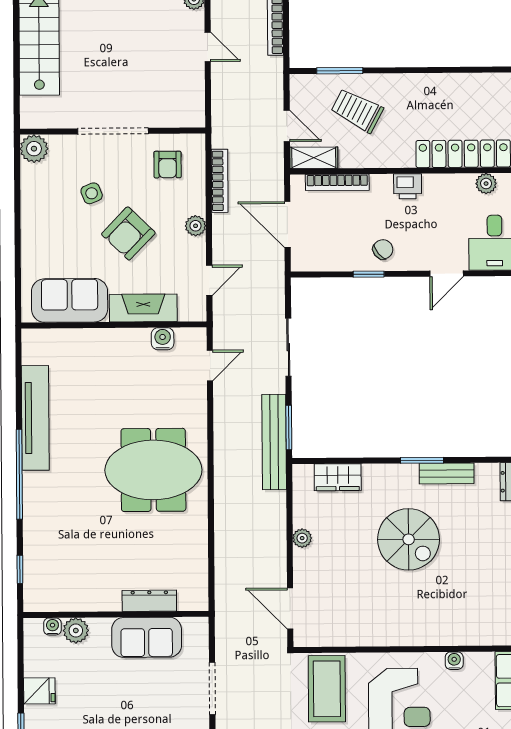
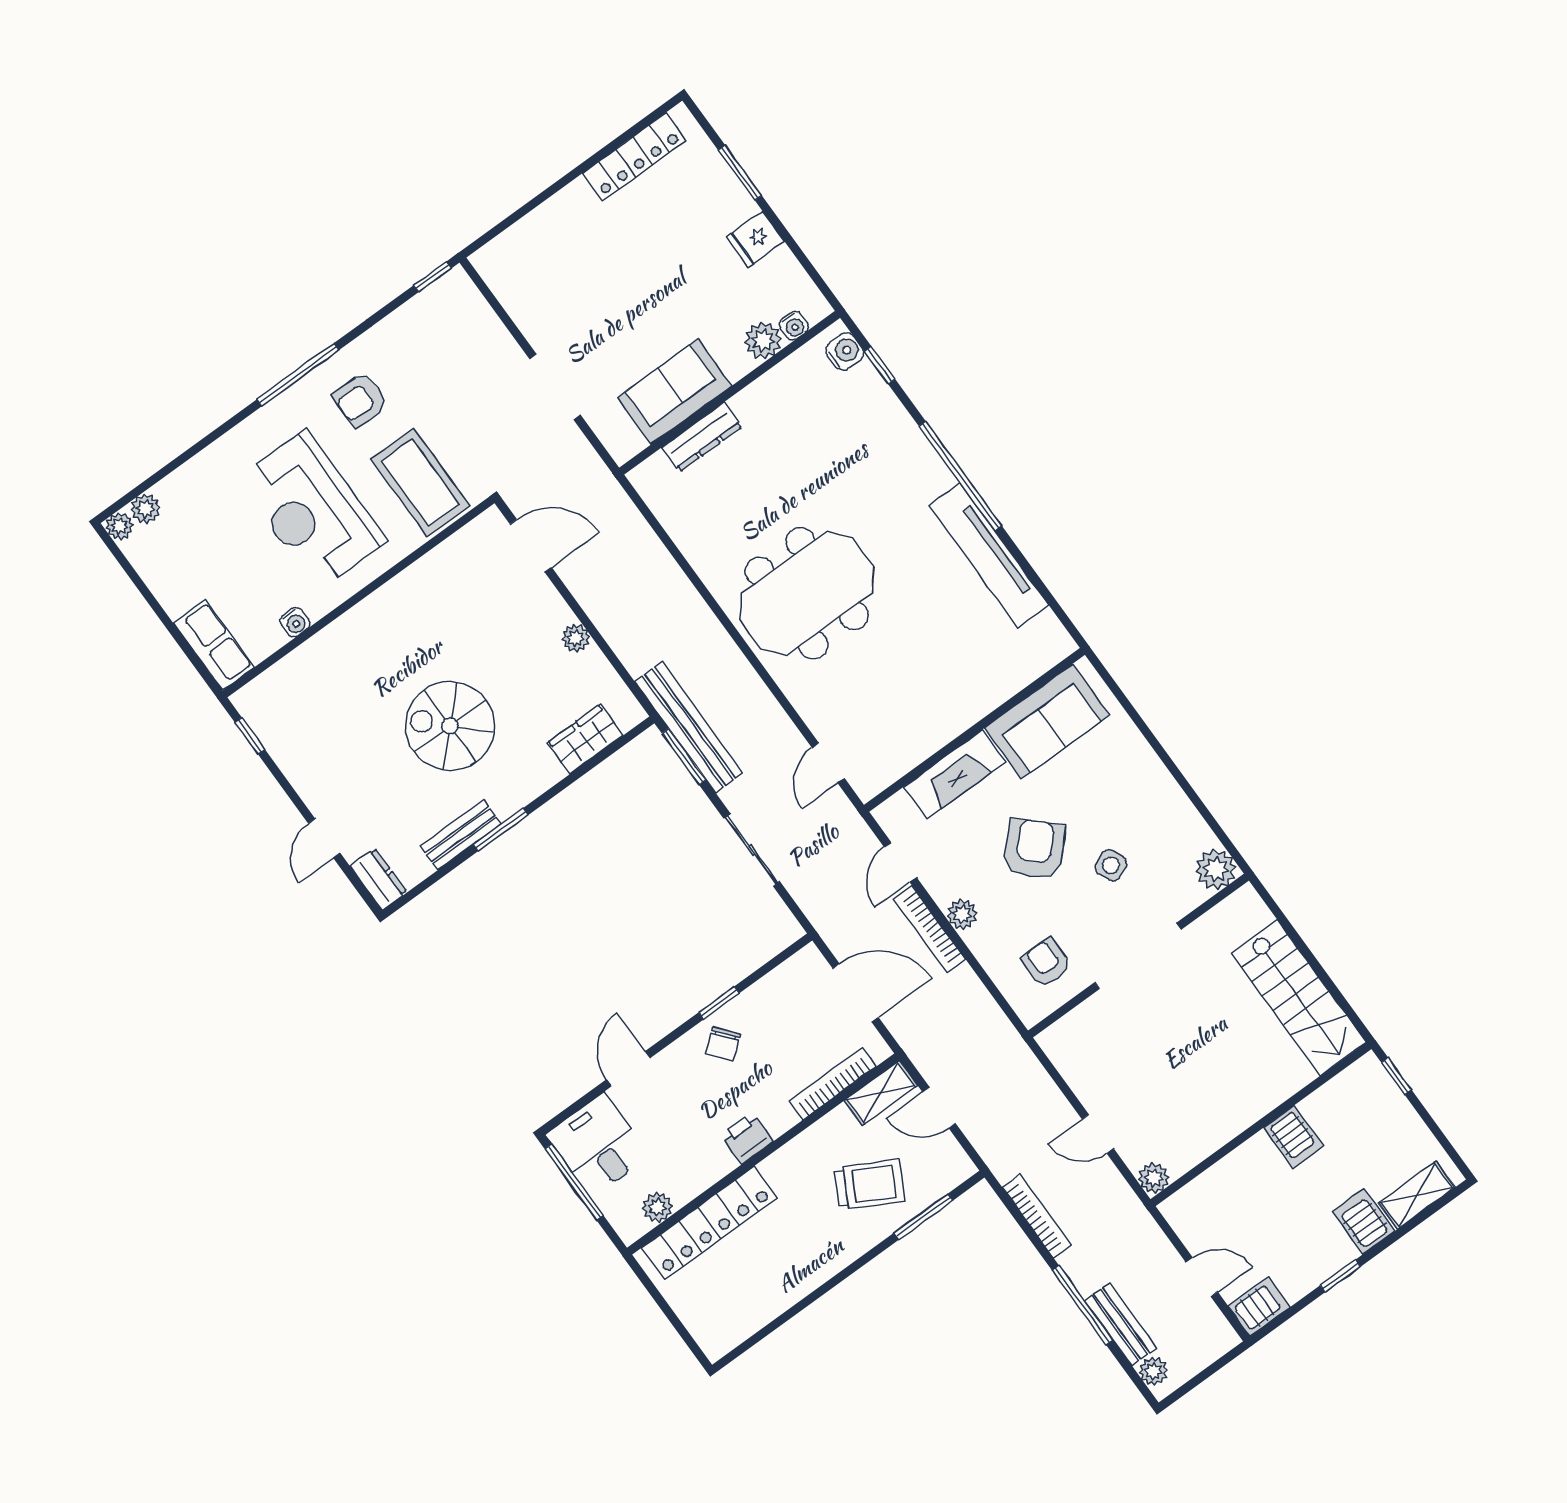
bookcase: (220, 181) -> (929, 929), moved
water cooler: (163, 339) -> (845, 352), moved, turned -90

